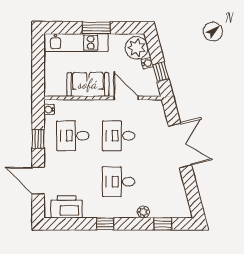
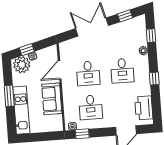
window: (161, 72) -> (27, 50), moved
window: (38, 139) -> (82, 134), moved
window: (192, 191) -> (125, 16), added

